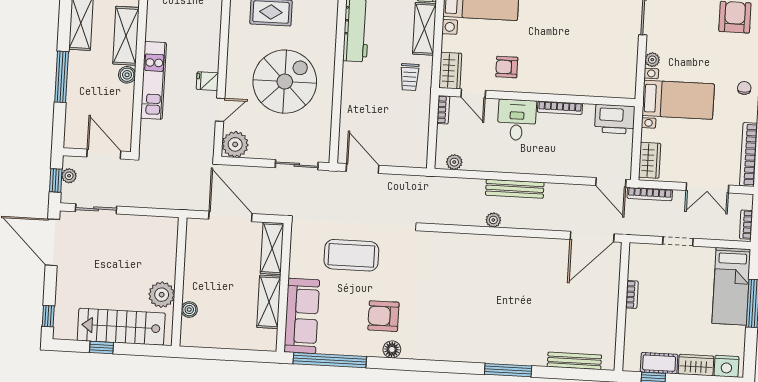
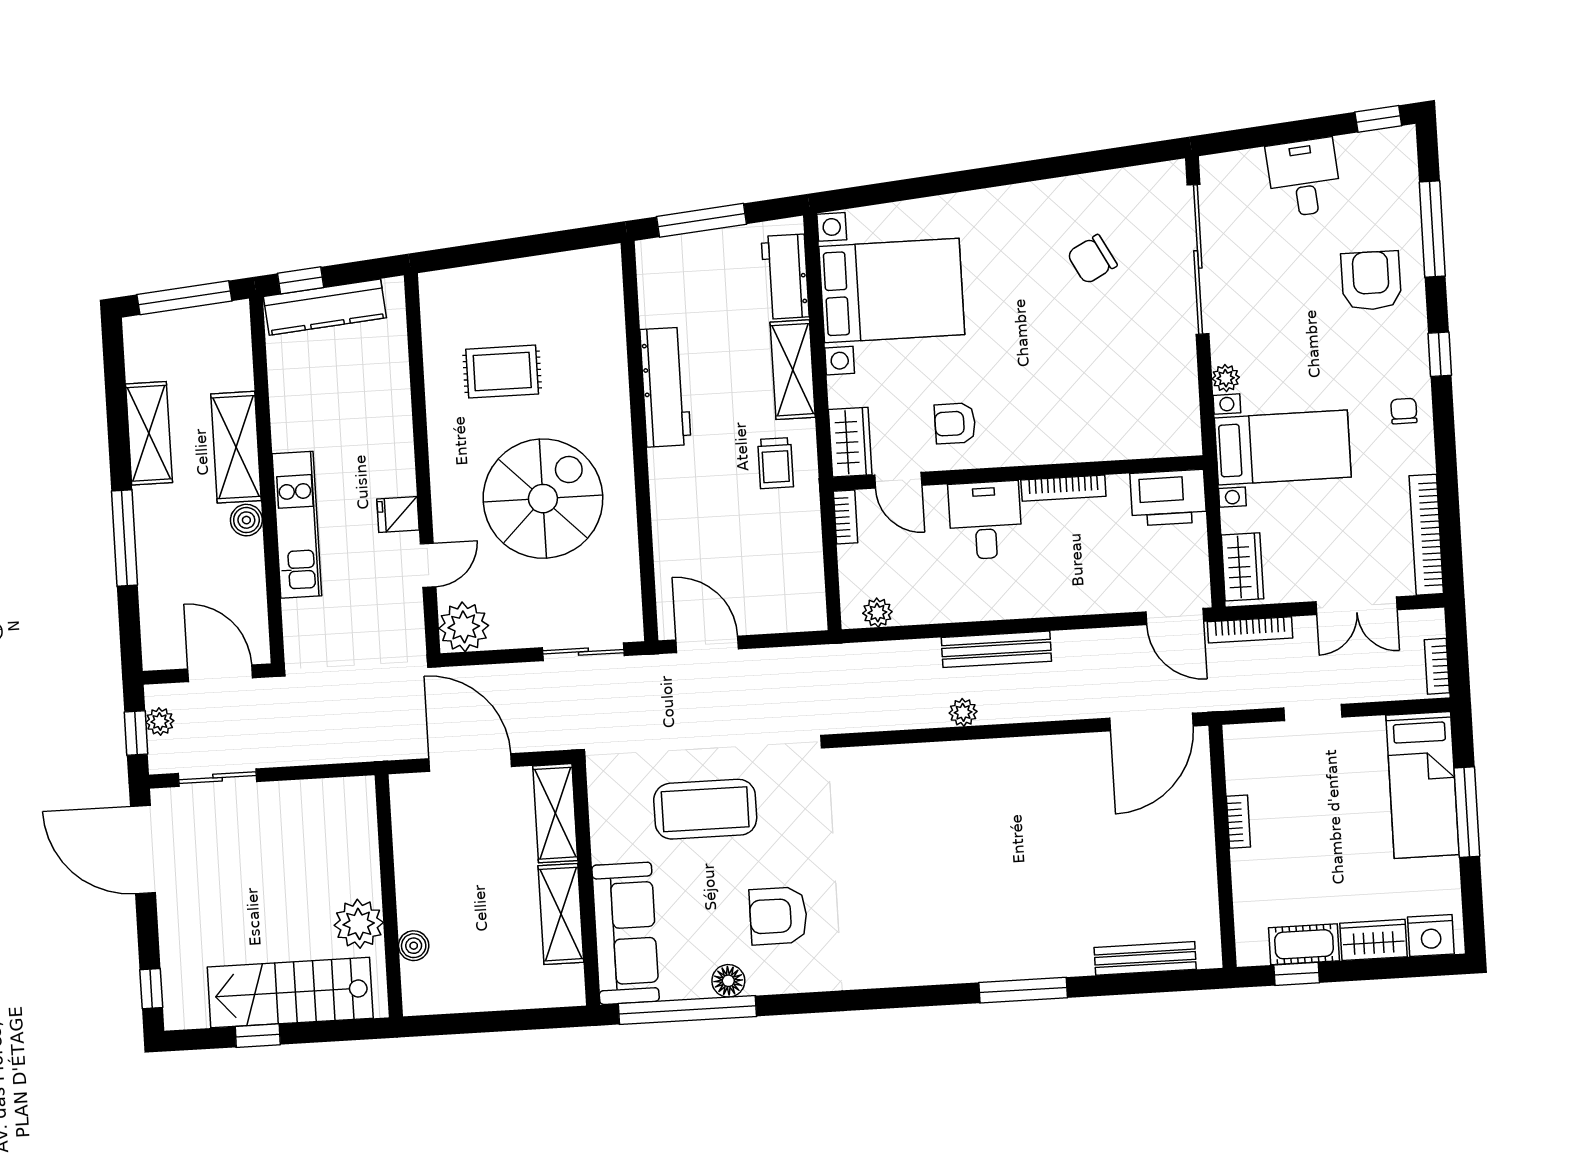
floor lamp: (392, 349) -> (728, 981), moved

